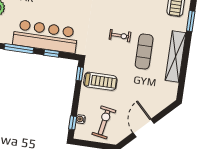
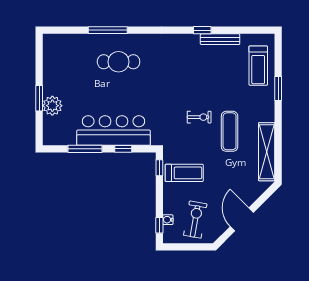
shelving: (176, 57) -> (267, 152), moved

